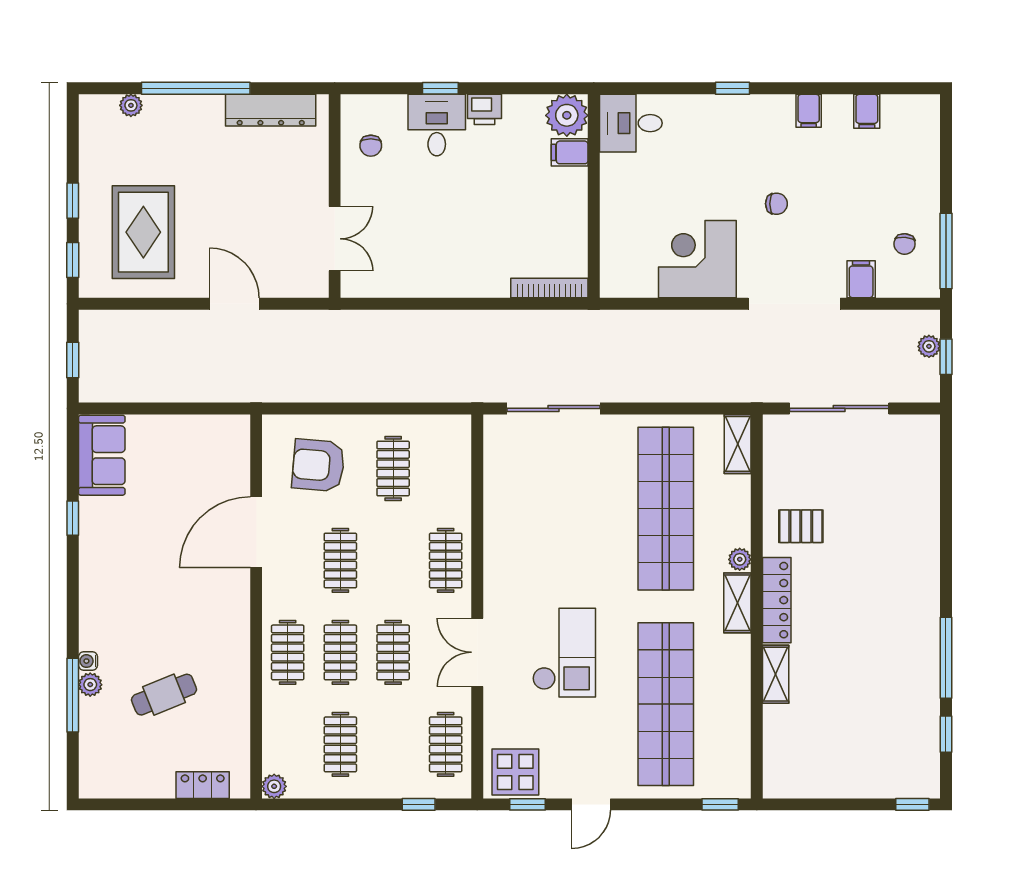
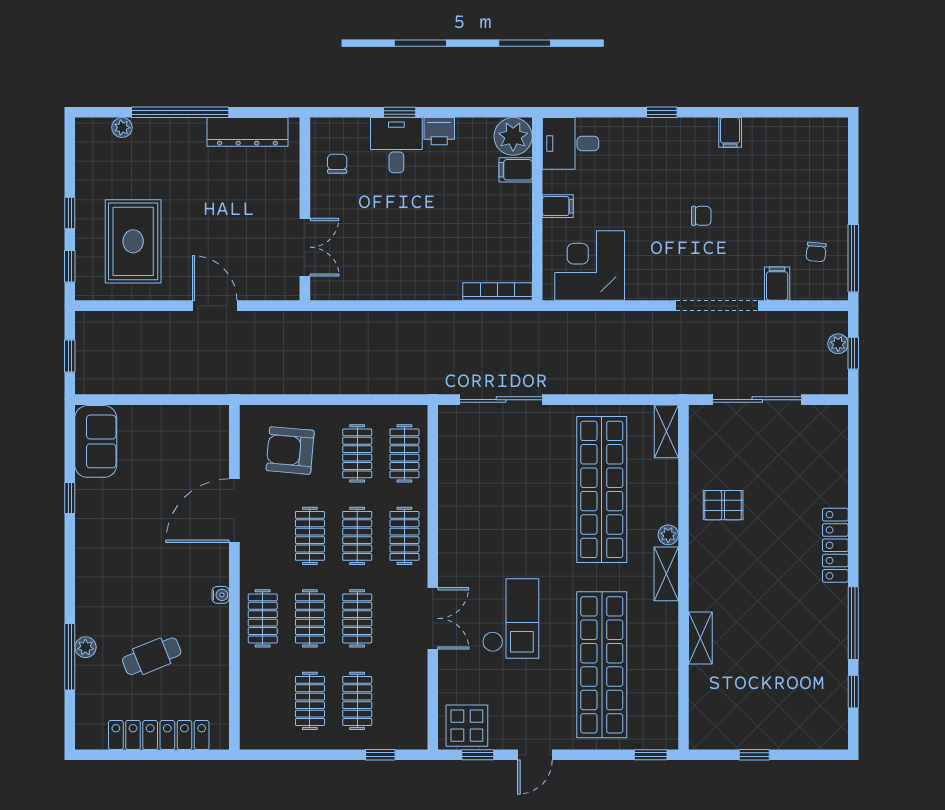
filing cabinet: (867, 111) -> (558, 206), moved, turned -90
chair: (371, 146) -> (337, 164), turned 180
corner desk: (697, 259) -> (590, 266), moved
clothes rail: (446, 468) -> (404, 453), added
clothes rail: (393, 560) -> (357, 536), added
locker: (777, 600) -> (835, 545), moved, turned 180
double door: (477, 652) -> (433, 618), swing flipped
water cooler: (88, 661) -> (221, 595), moved, turned 180
clothes rail: (446, 744) -> (357, 701), moved
locker: (203, 785) -> (159, 735), width x2.16, depth x1.21
plant: (274, 786) -> (250, 739), removed
window: (912, 804) -> (754, 755), moved

